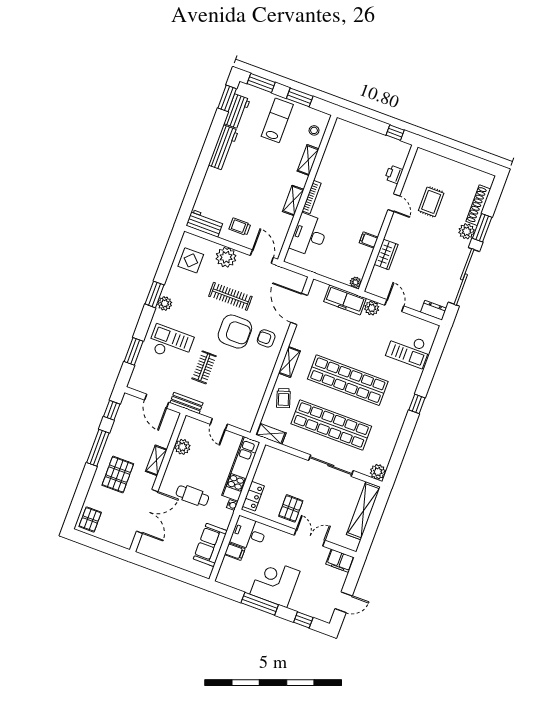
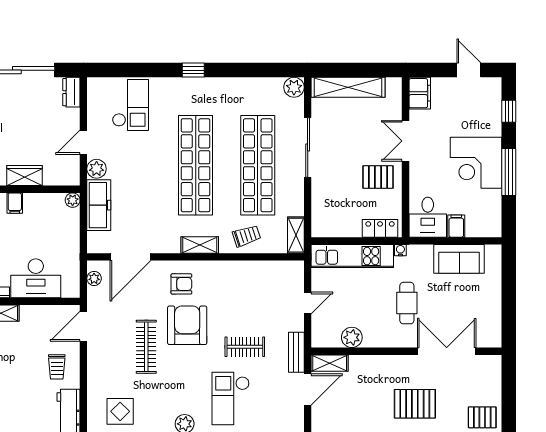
plant: (226, 257) -> (94, 278), moved, width x0.53, depth x0.53
armchair: (266, 338) -> (181, 284), turned -90
shelving: (156, 460) -> (330, 363), moved

